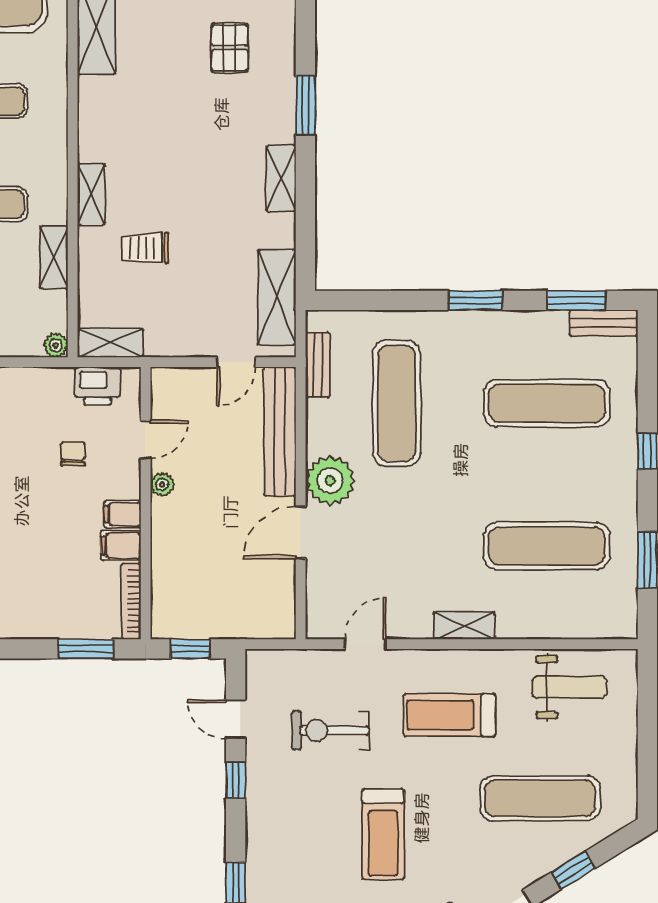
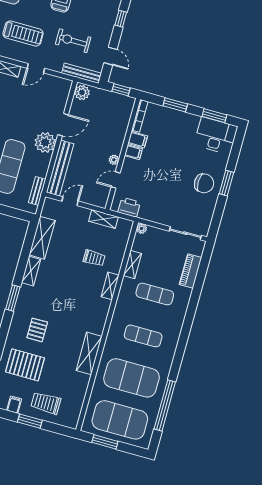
shelving: (277, 297) -> (42, 238), moved
shelving: (110, 343) -> (104, 219), moved
chair: (73, 454) -> (147, 182), removed
plant: (278, 618) -> (82, 92), added
door: (365, 644) -> (36, 68), moved
window: (86, 649) -> (175, 105), moved
bench: (291, 662) -> (82, 73), added
exercise bike: (331, 730) -> (73, 41), turned 180
window: (236, 780) -> (121, 19), moved

